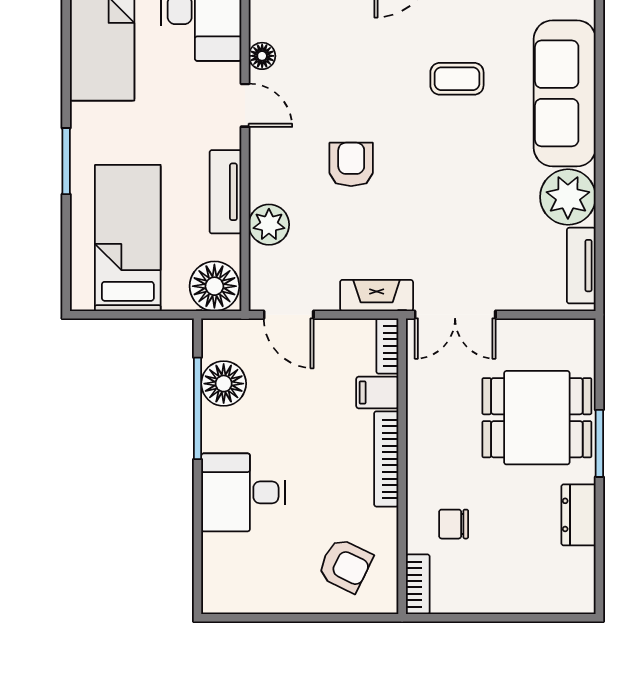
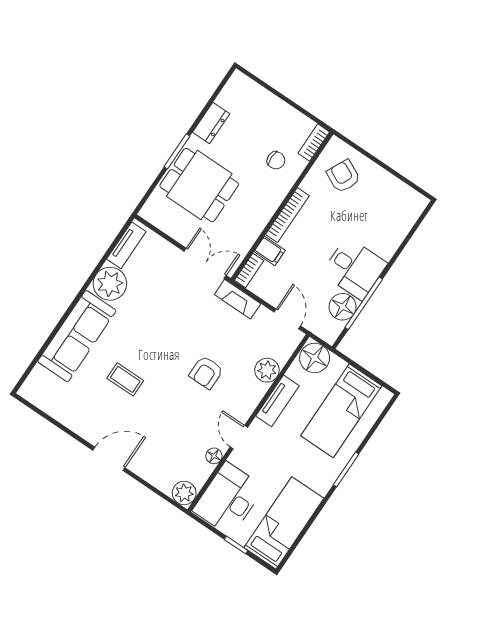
desk: (243, 492) -> (354, 268), moved

